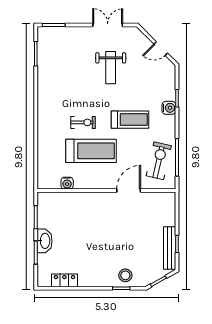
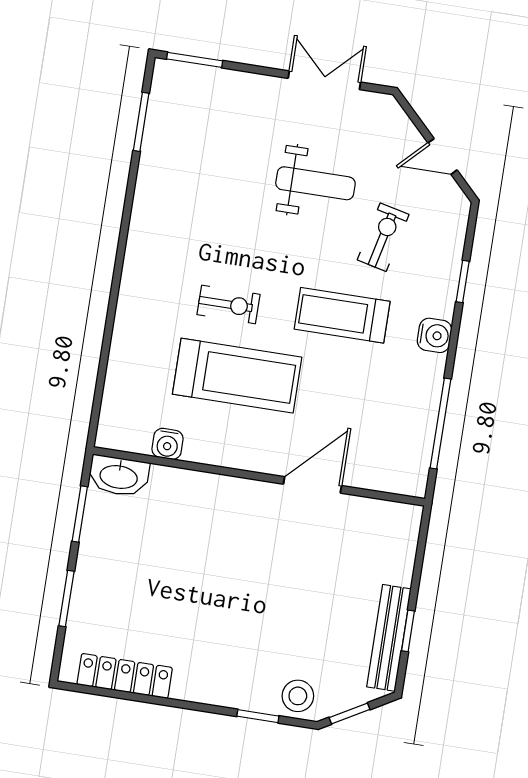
weight bench: (111, 68) -> (315, 183), turned -90
water cooler: (169, 108) -> (435, 335), moved
treadmill: (130, 120) -> (342, 315), turned 180
exercise bike: (159, 161) -> (383, 237), moved, width x0.73, depth x0.72
washbasin: (45, 241) -> (119, 476), moved, turned 90
stool: (125, 275) -> (298, 696), moved
locker: (64, 280) -> (125, 676), width x1.53

